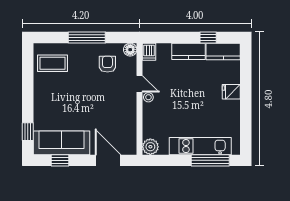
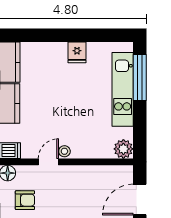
armchair: (107, 64) -> (25, 200), turned 180
fridge: (231, 92) -> (77, 52), moved

